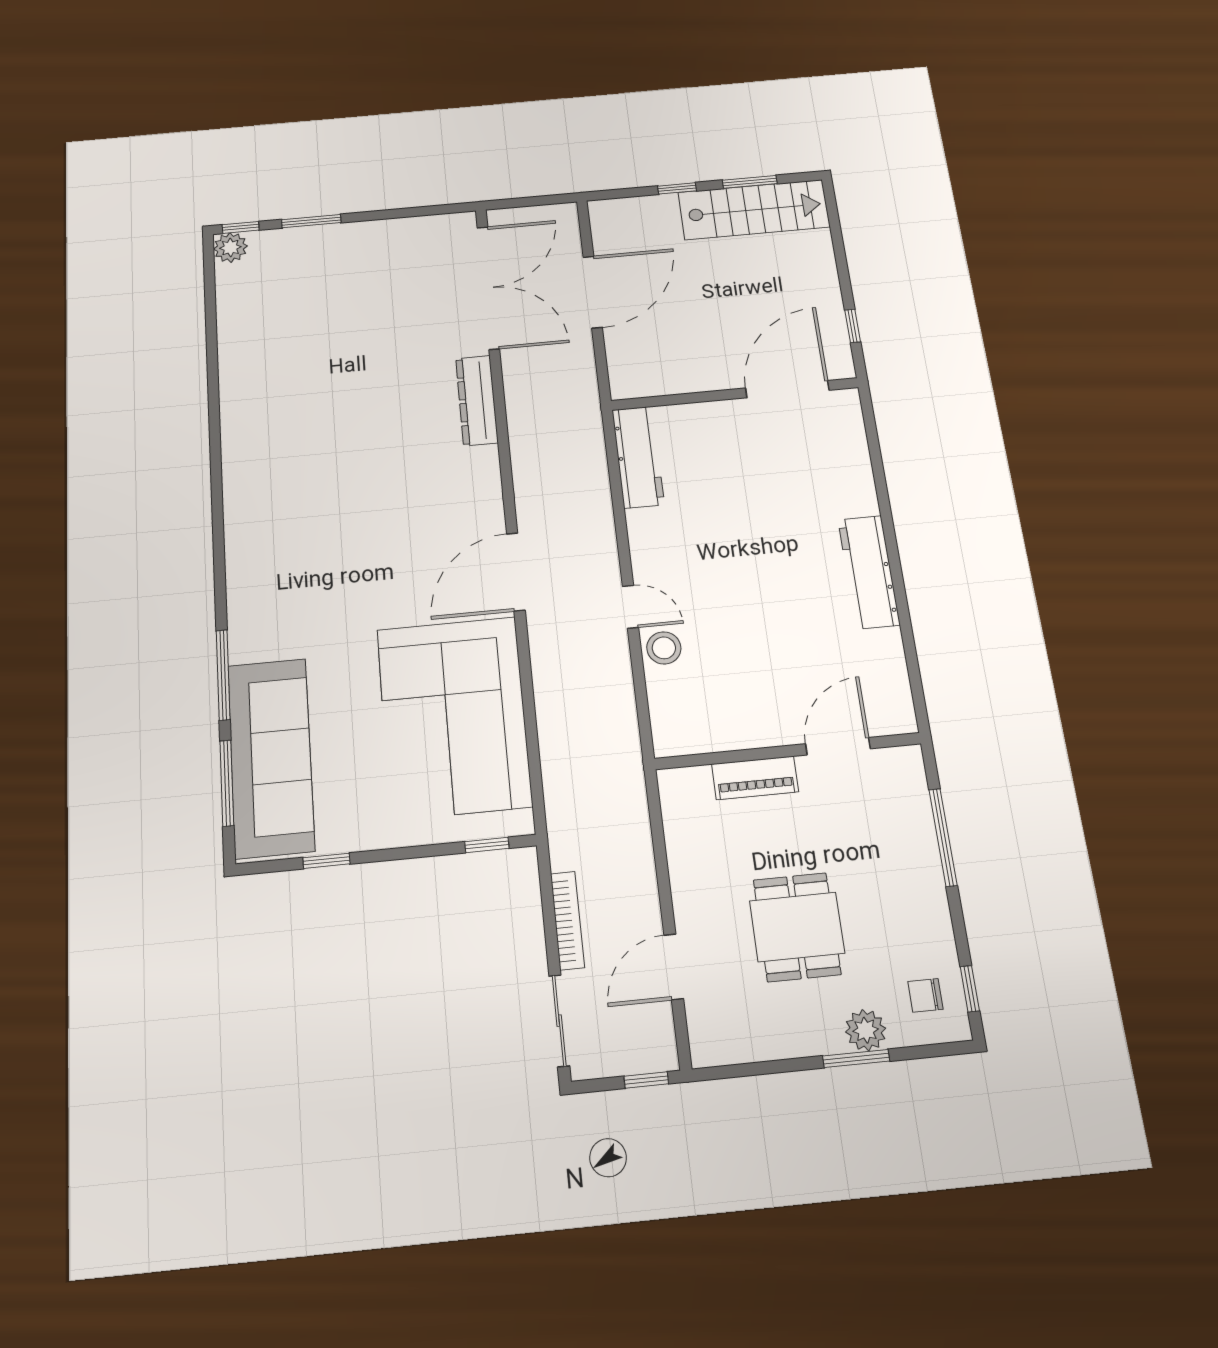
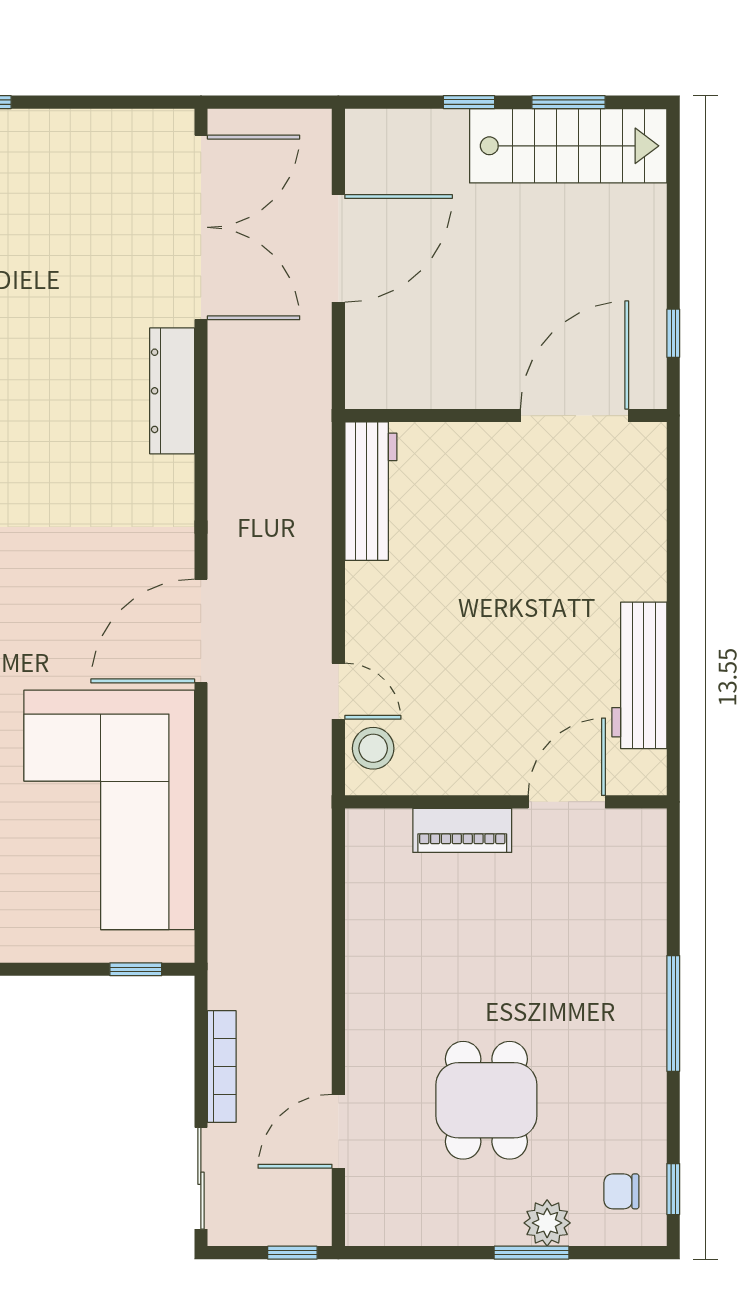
door: (838, 746) -> (567, 802), moved
wall: (788, 751) -> (506, 802), moved
piano: (755, 778) -> (462, 830), moved

